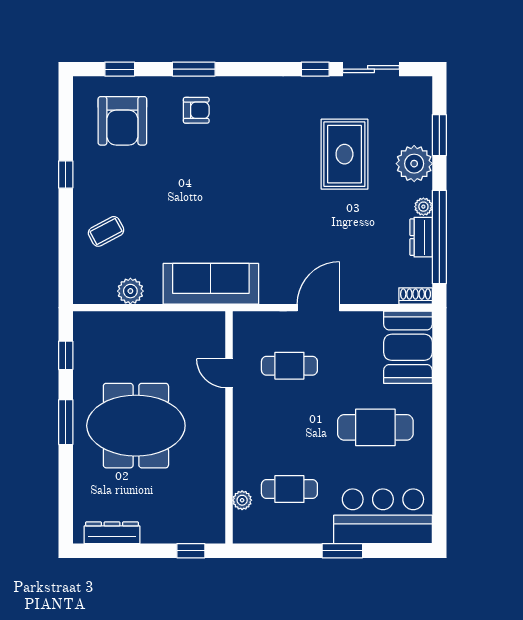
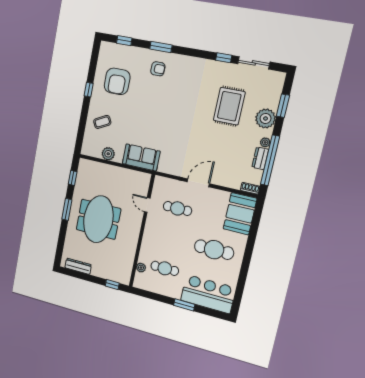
armchair: (122, 121) -> (117, 81), moved
sofa: (211, 284) -> (141, 157), width x0.73
meeting table: (136, 426) -> (98, 219), turned 90

